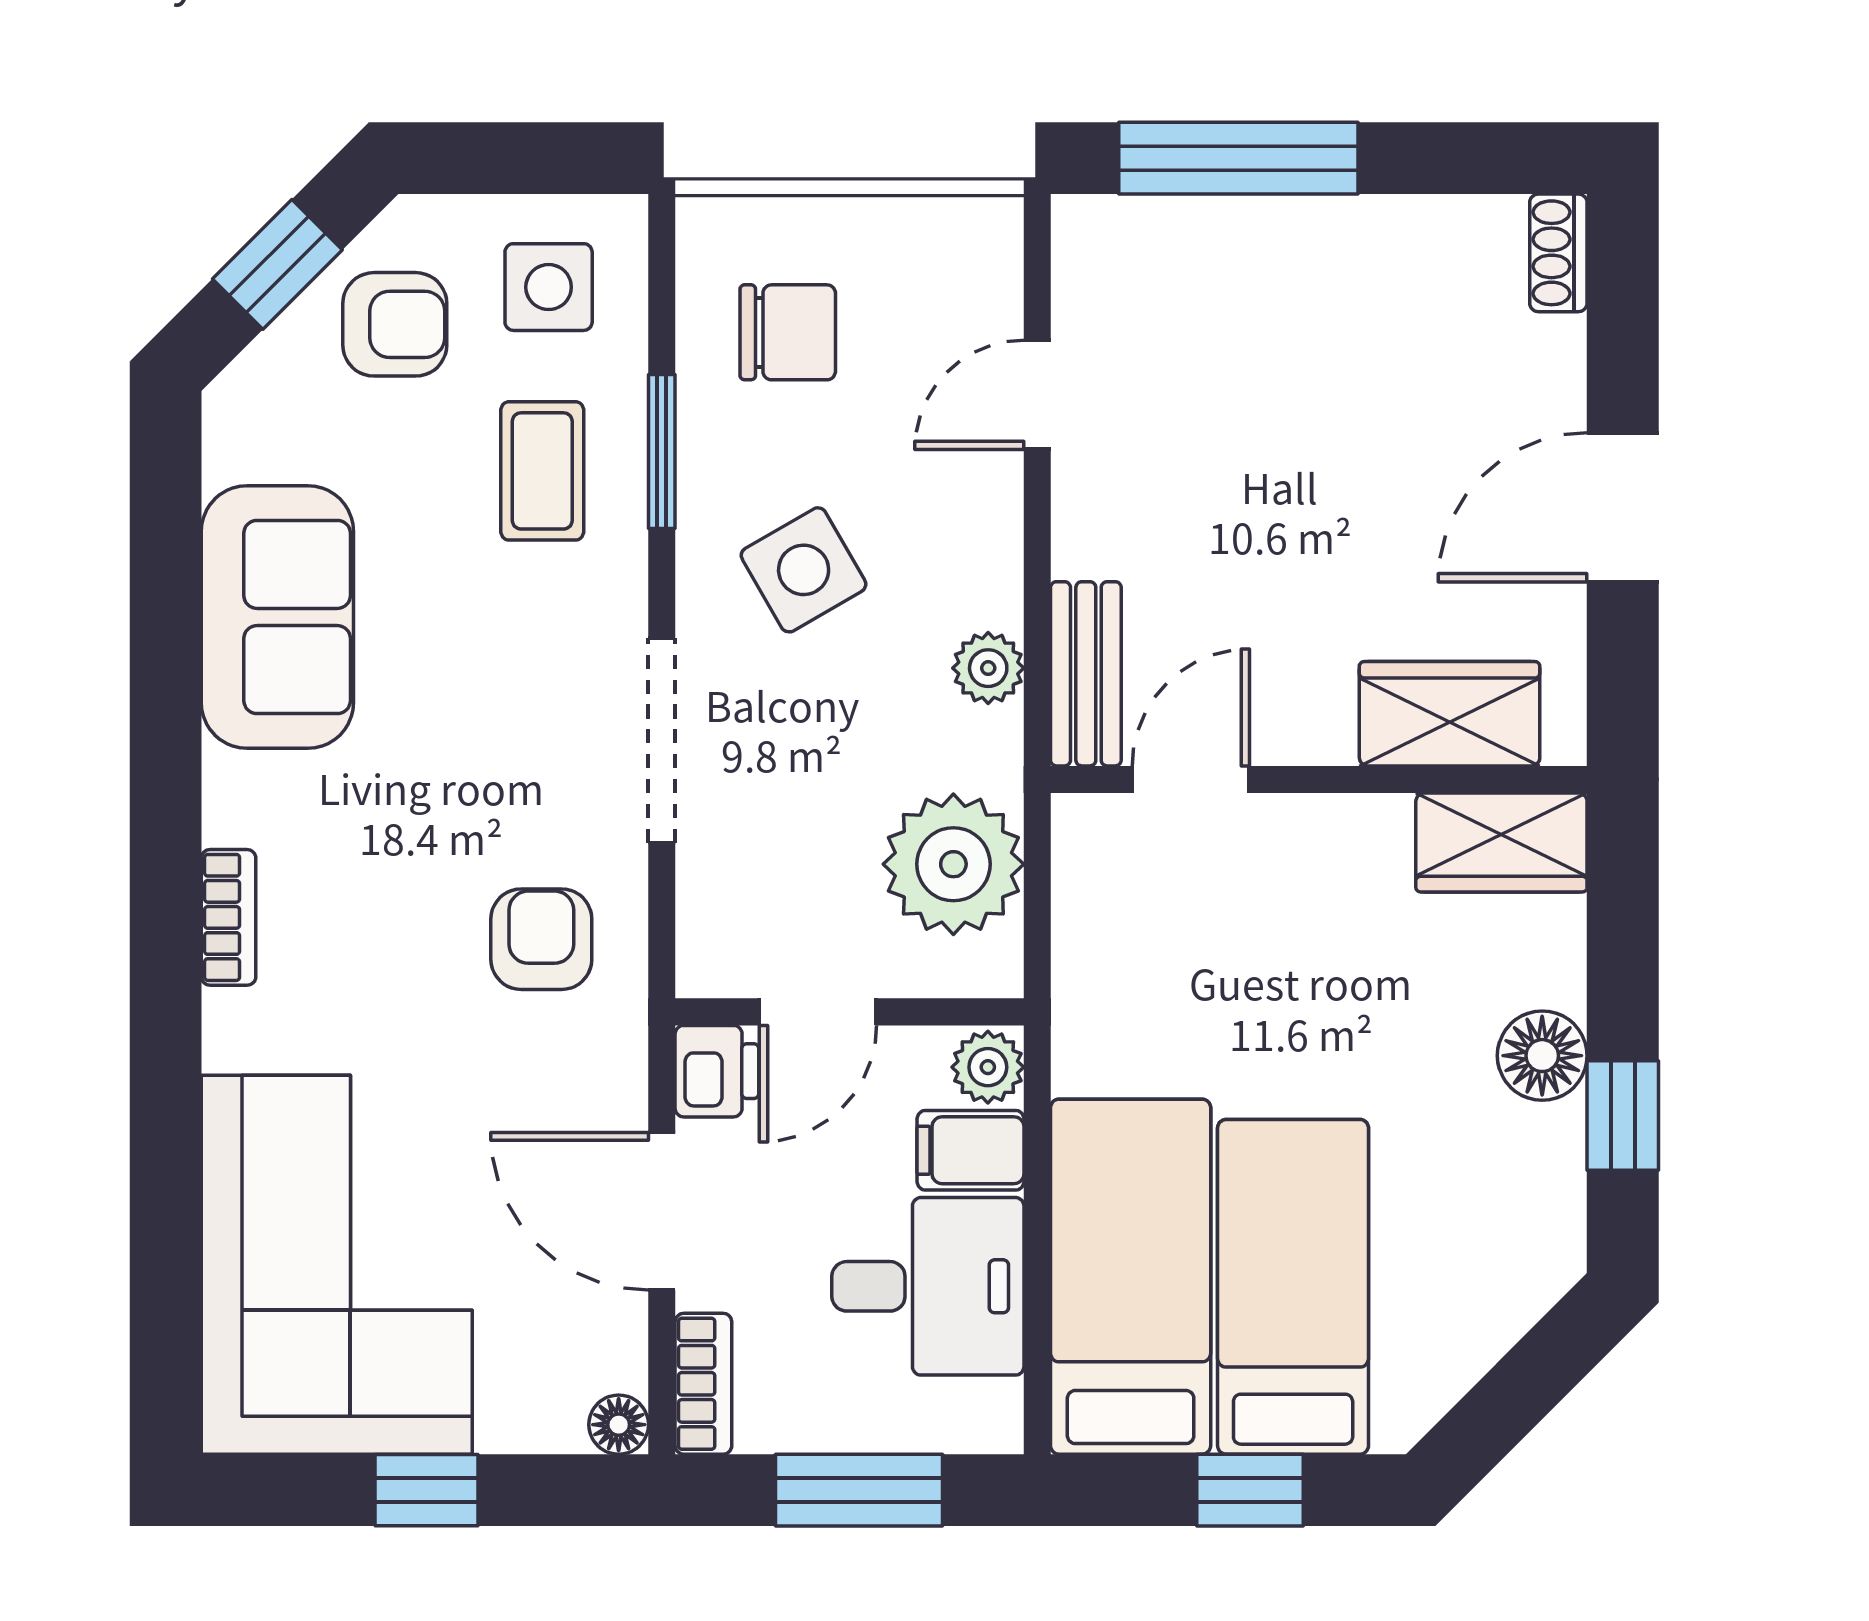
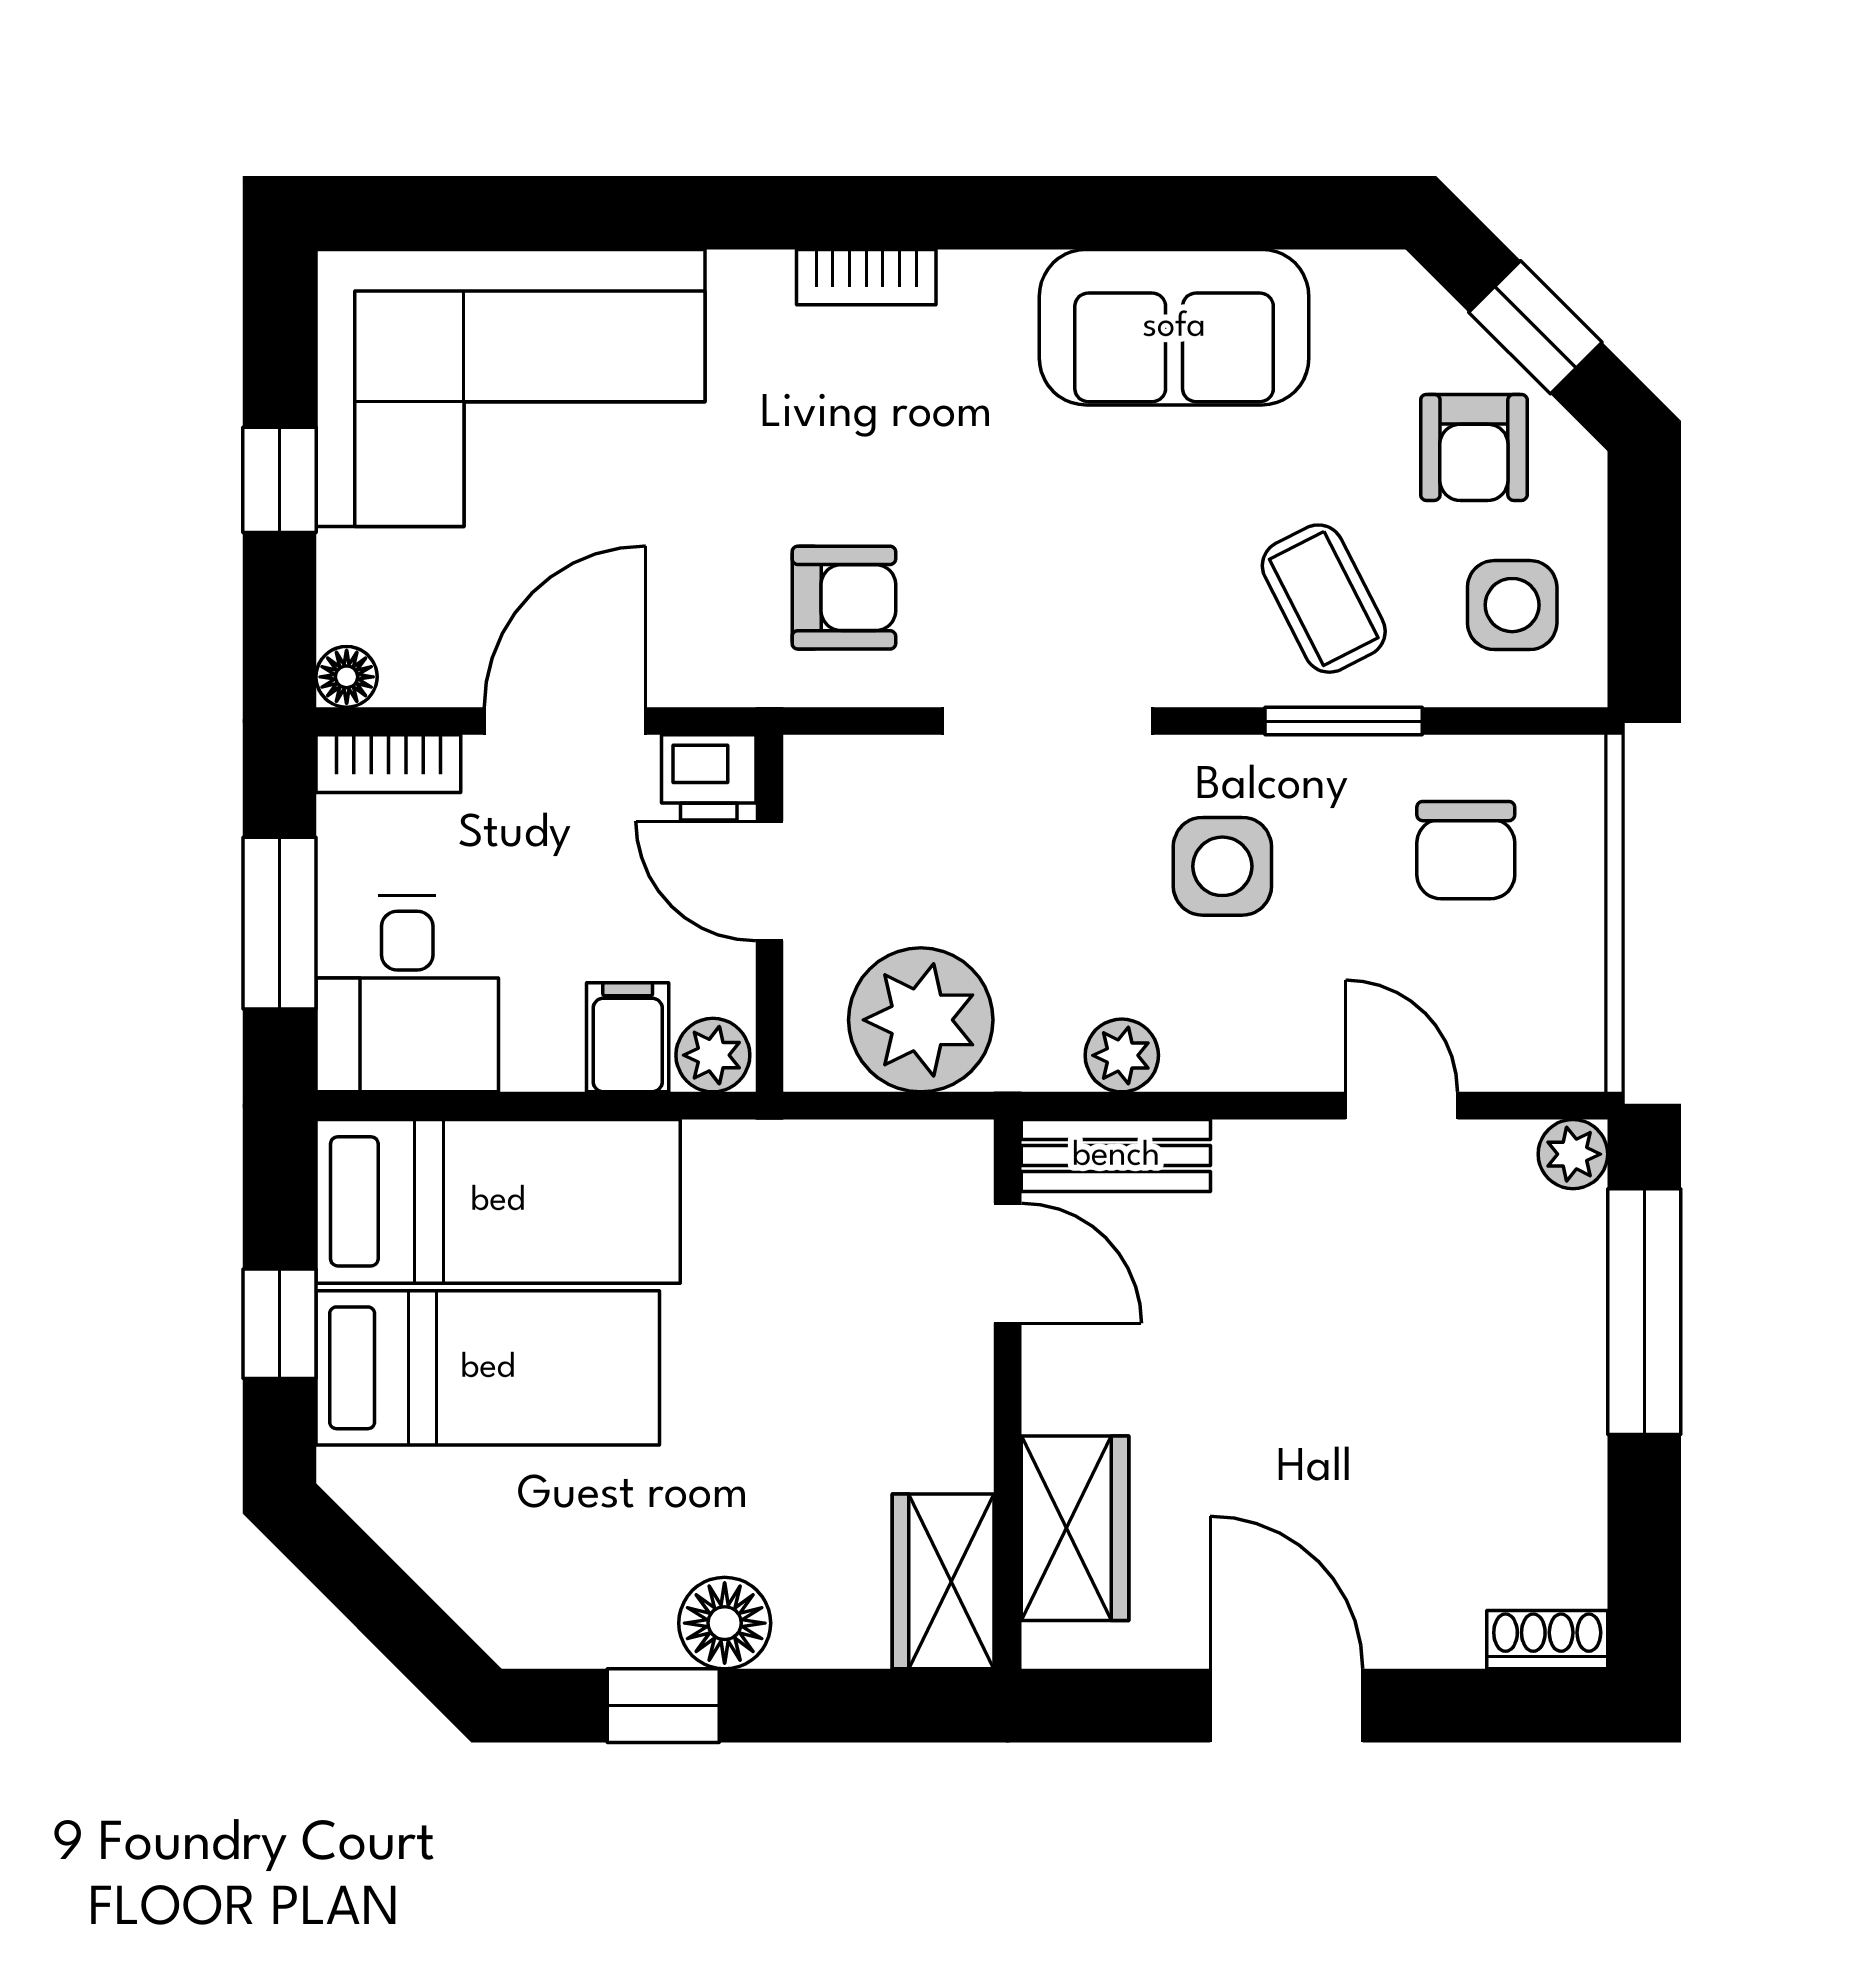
plant: (1084, 228) -> (1573, 1154), added
coffee table: (542, 471) -> (1324, 599), turned 63
side table: (804, 570) -> (1222, 866), turned 30
desk: (928, 1286) -> (407, 994), moved

